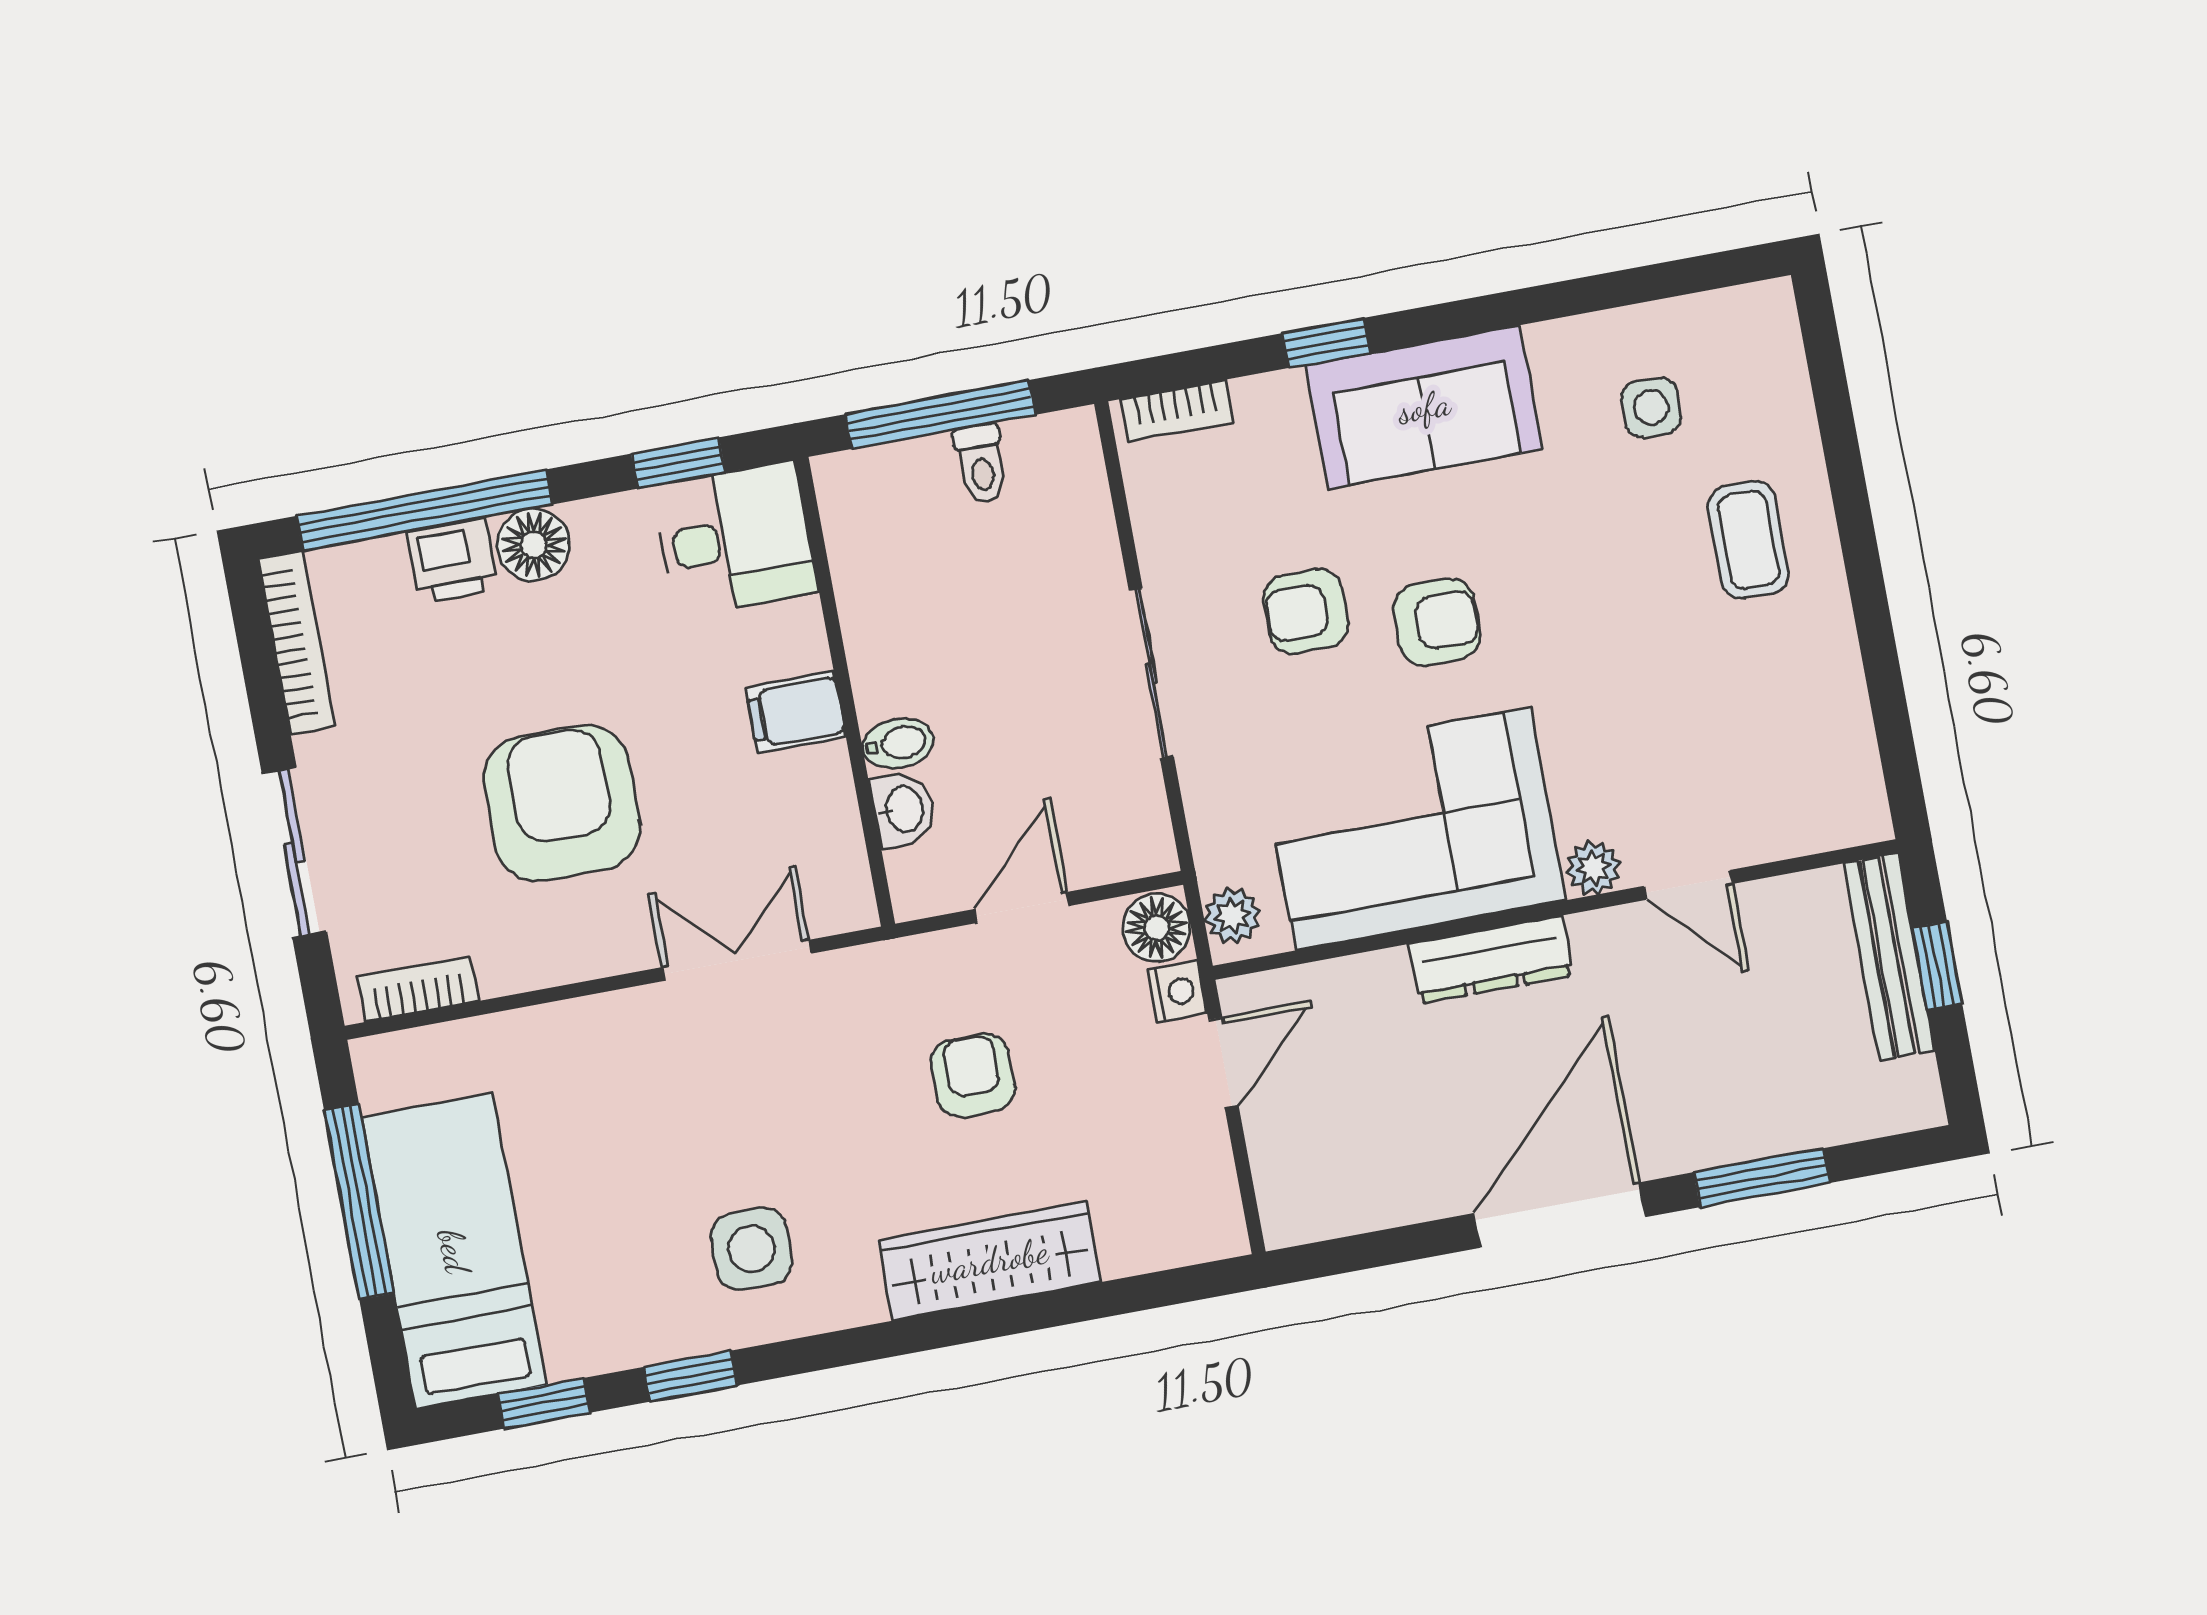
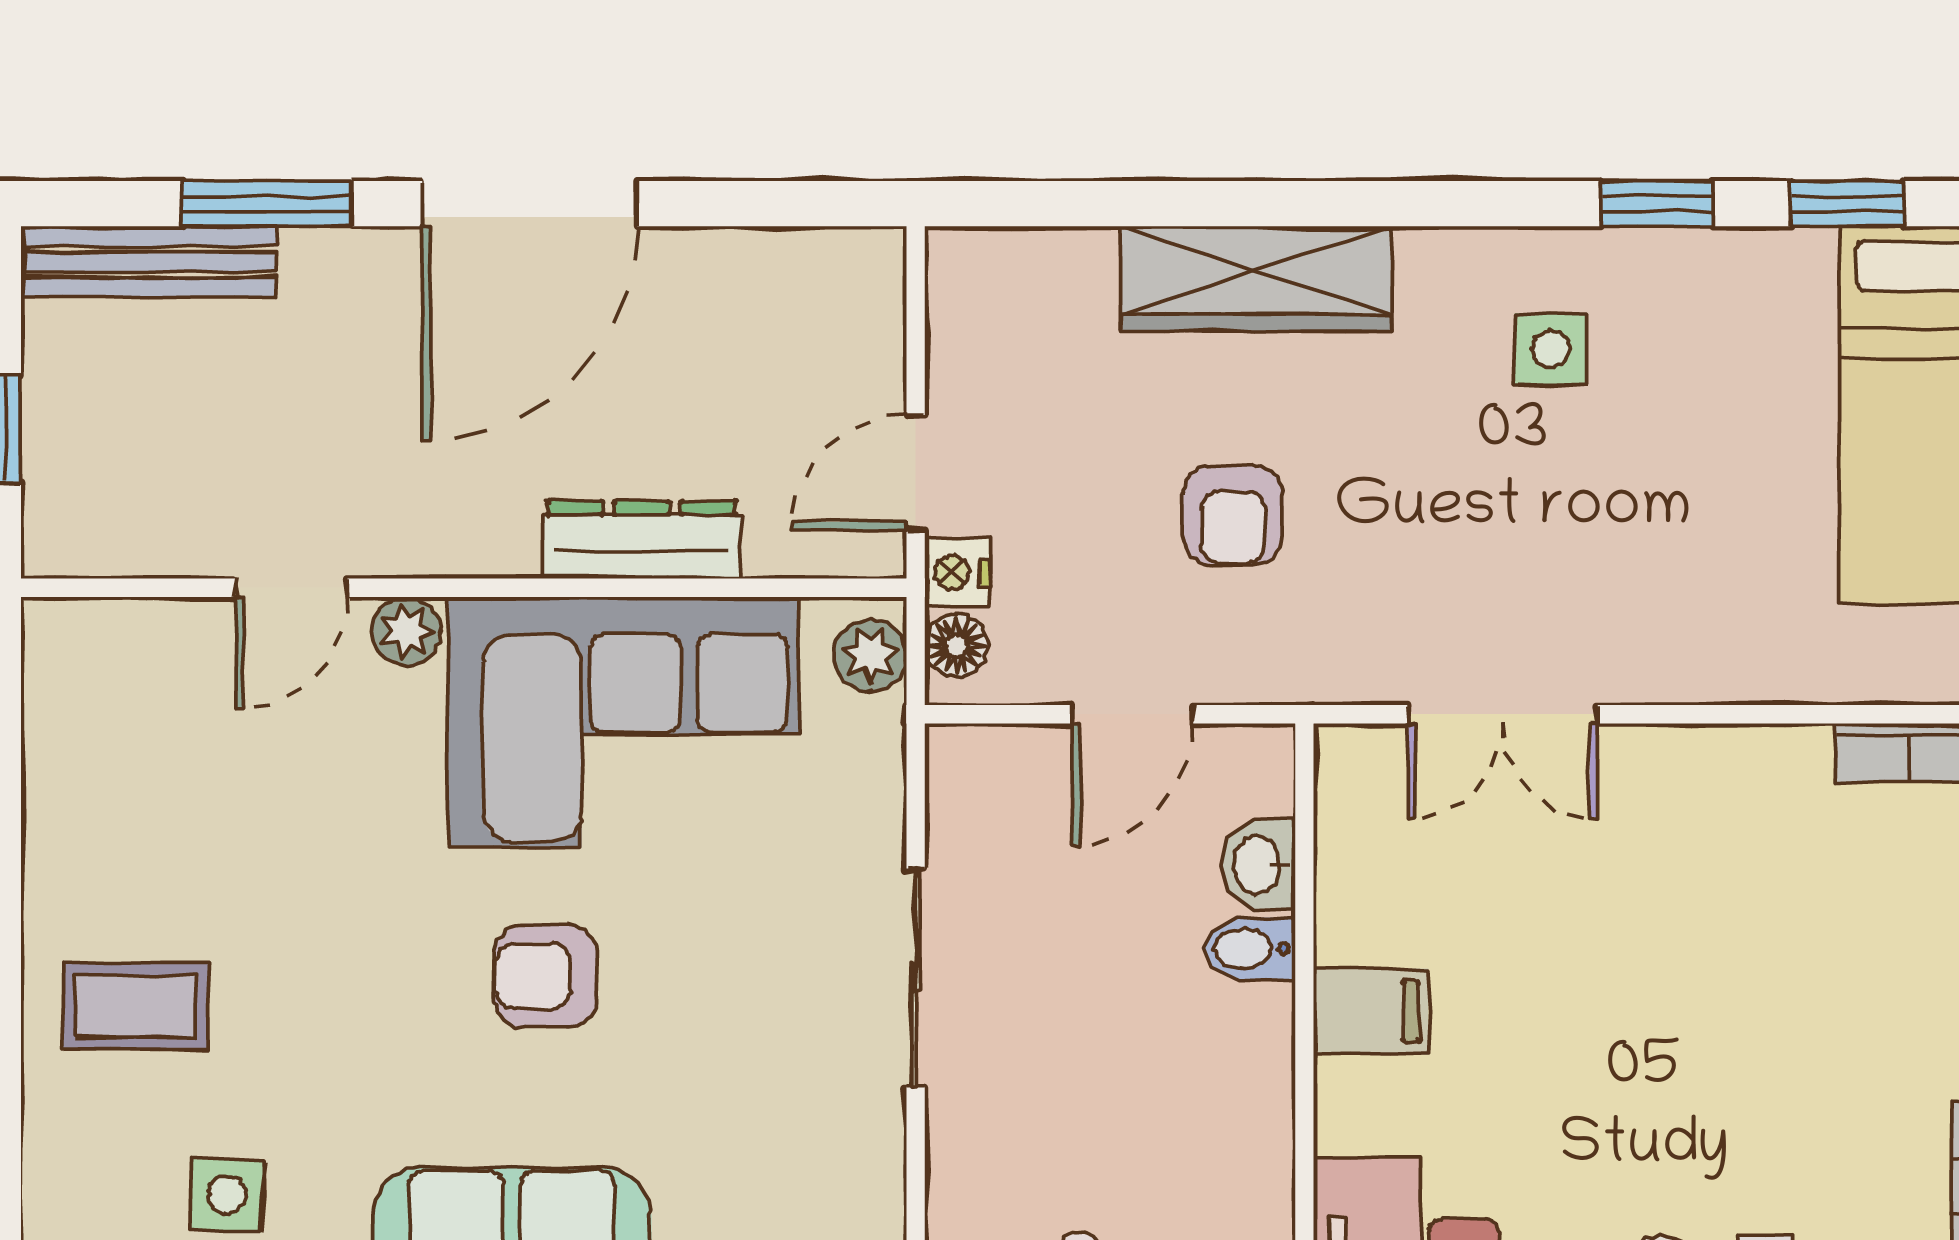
coffee table: (1749, 540) -> (136, 1006), turned 90
armchair: (1306, 611) -> (707, 1020), removed
armchair: (562, 803) -> (1685, 952), removed
door: (1688, 885) -> (292, 588), swing flipped
floor lamp: (1157, 928) -> (956, 646), width x0.73, depth x0.73
bench: (1889, 957) -> (149, 262), moved, turned 90
dresser: (1491, 960) -> (642, 540), moved
side table: (752, 1249) -> (1551, 349), width x0.73, depth x0.73

